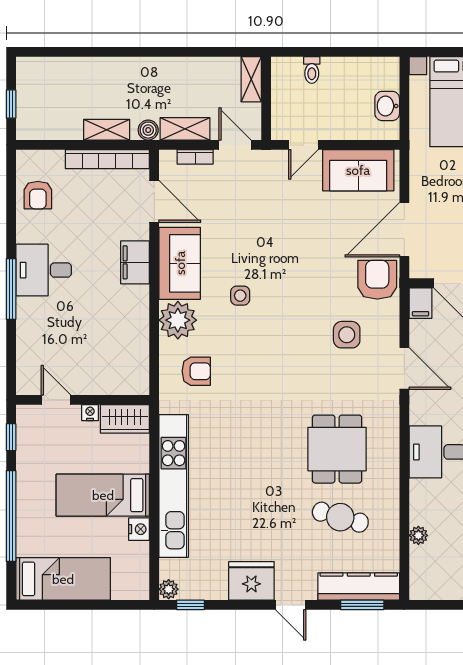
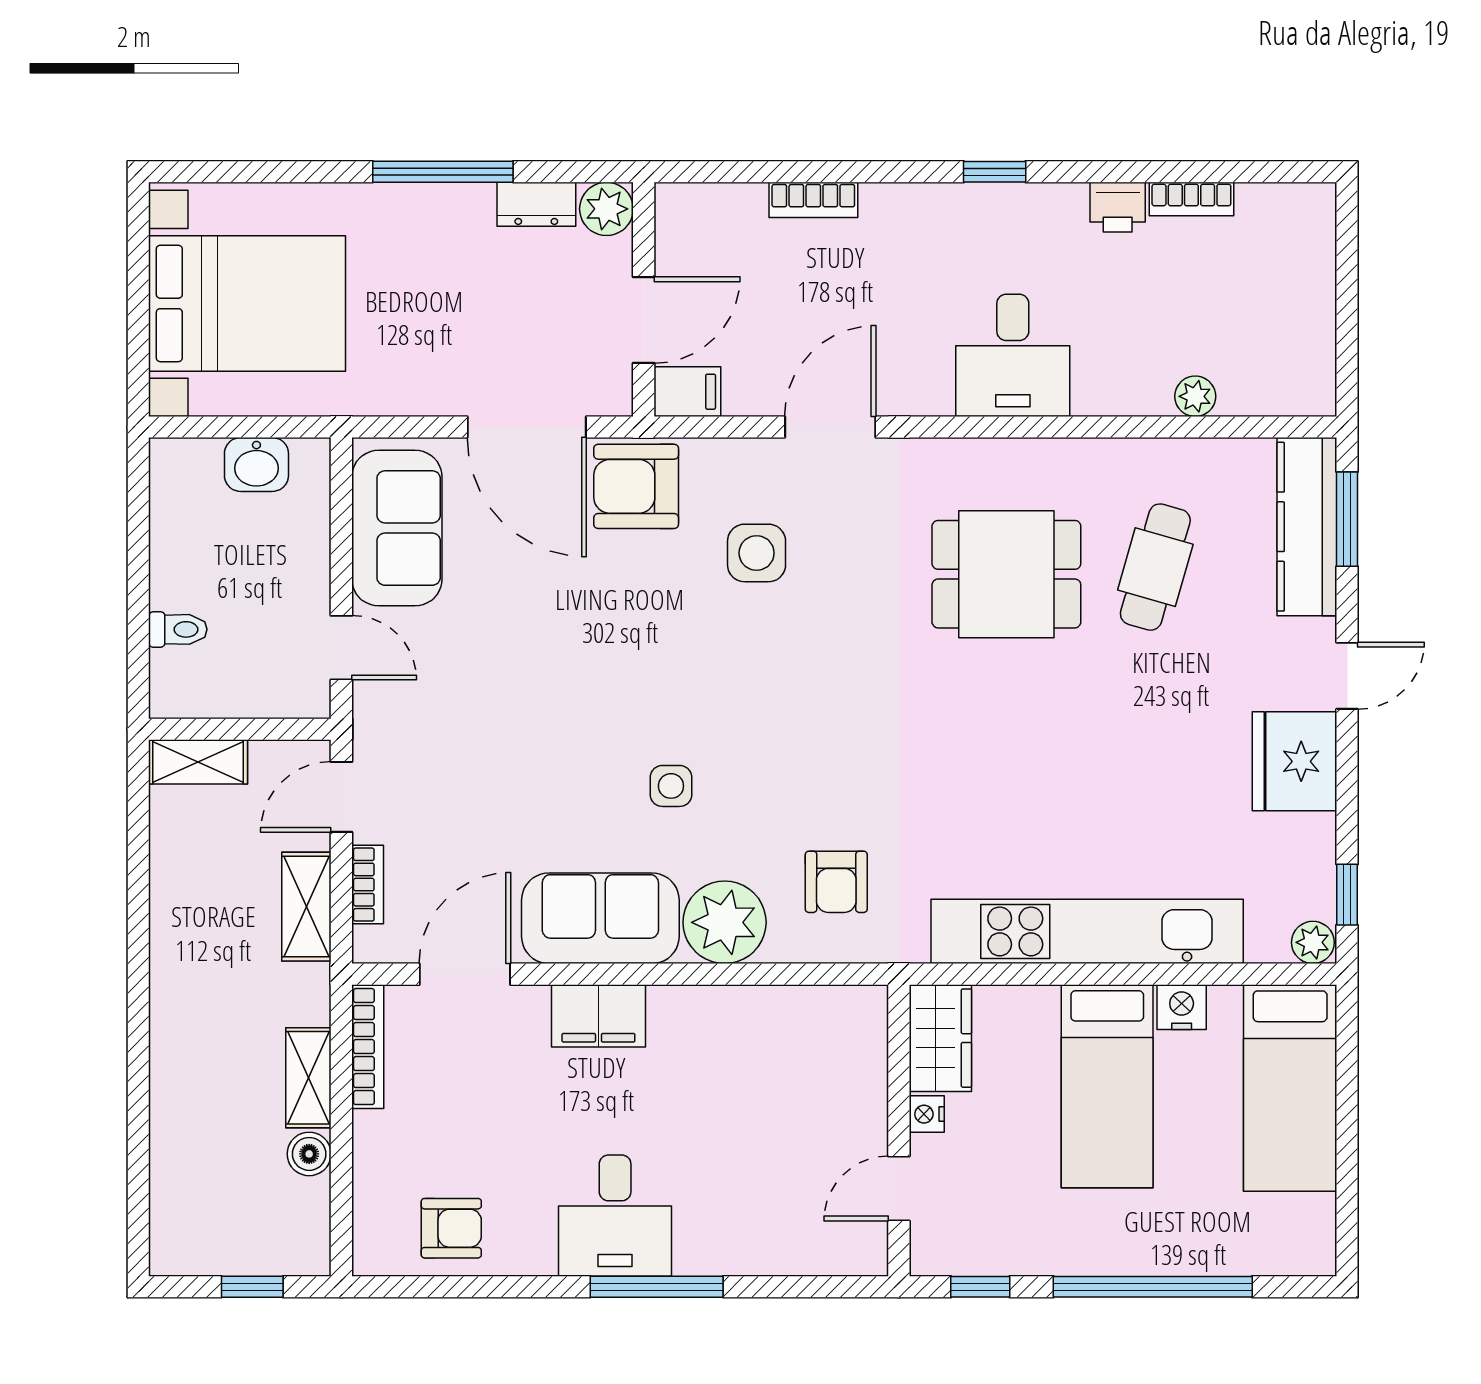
boiler: (148, 130) -> (309, 1154), moved
bookcase: (107, 159) -> (368, 1047), width x0.68, depth x0.76
armchair: (196, 371) -> (836, 882), turned 180
bed: (63, 579) -> (1290, 1088), moved, turned 180

